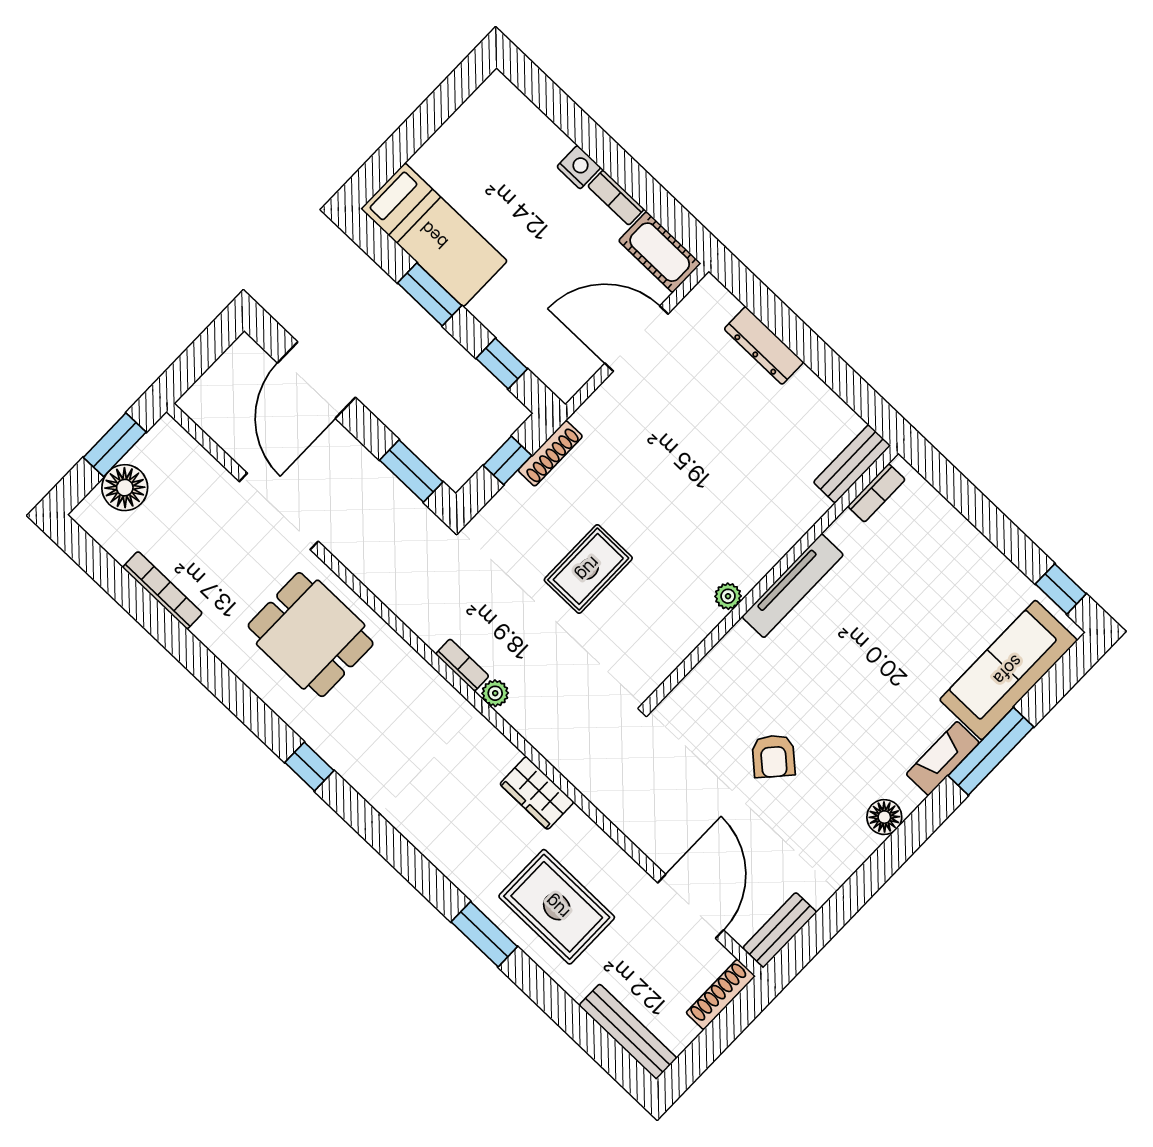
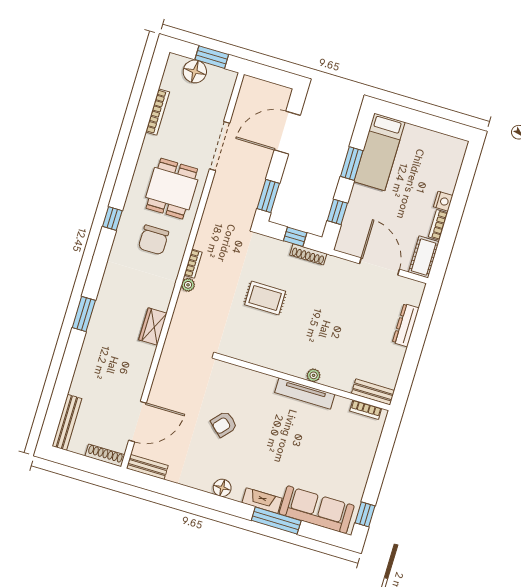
plant: (728, 596) -> (314, 375), moved
chair: (385, 713) -> (154, 240), added
rug: (557, 907) -> (106, 362), removed
window: (484, 934) -> (84, 314), moved

